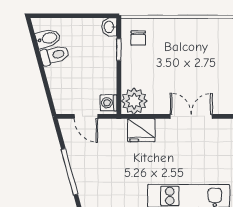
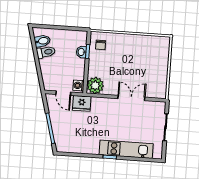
washbasin: (109, 27) -> (81, 52), moved
fridge: (141, 130) -> (82, 103), moved

